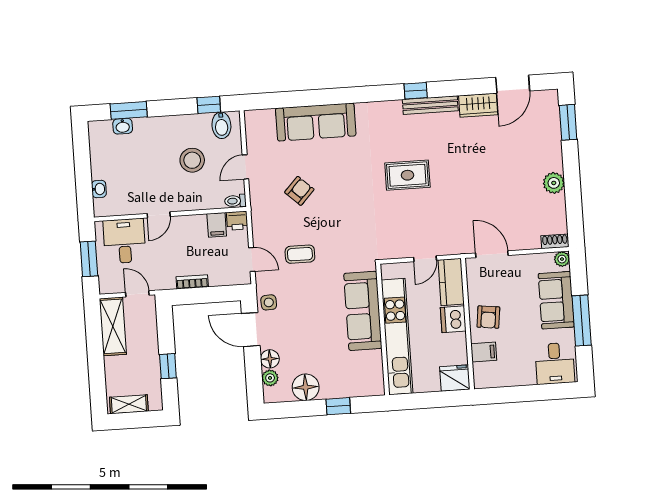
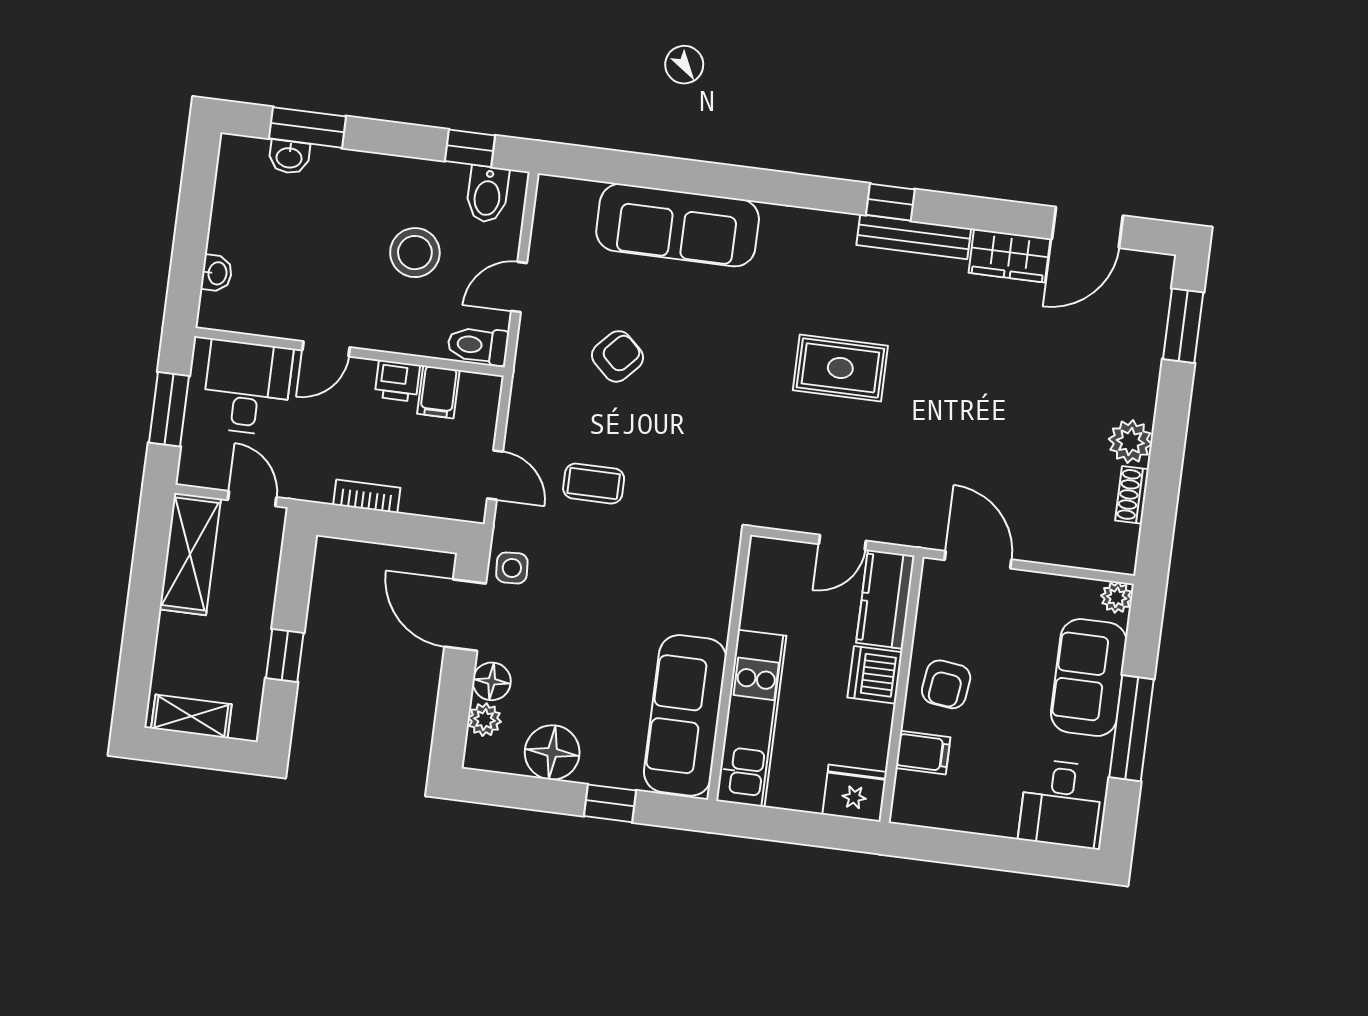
toilet: (235, 201) -> (478, 345), width x1.37, depth x1.39
printer: (237, 221) -> (397, 381), moved
shoe rack: (555, 241) -> (1132, 495), moved, turned -90
sofa: (363, 311) -> (685, 715), moved
kitchen unit: (397, 337) -> (751, 718), width x0.73

